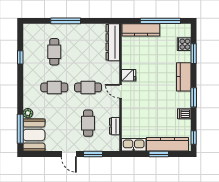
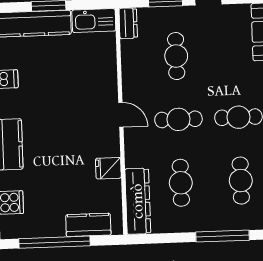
kitchen counter: (141, 30) -> (88, 225), width x0.67
cafe table: (88, 52) -> (181, 183), added
fridge: (129, 75) -> (108, 168), moved
dresser: (114, 126) -> (128, 23), moved

